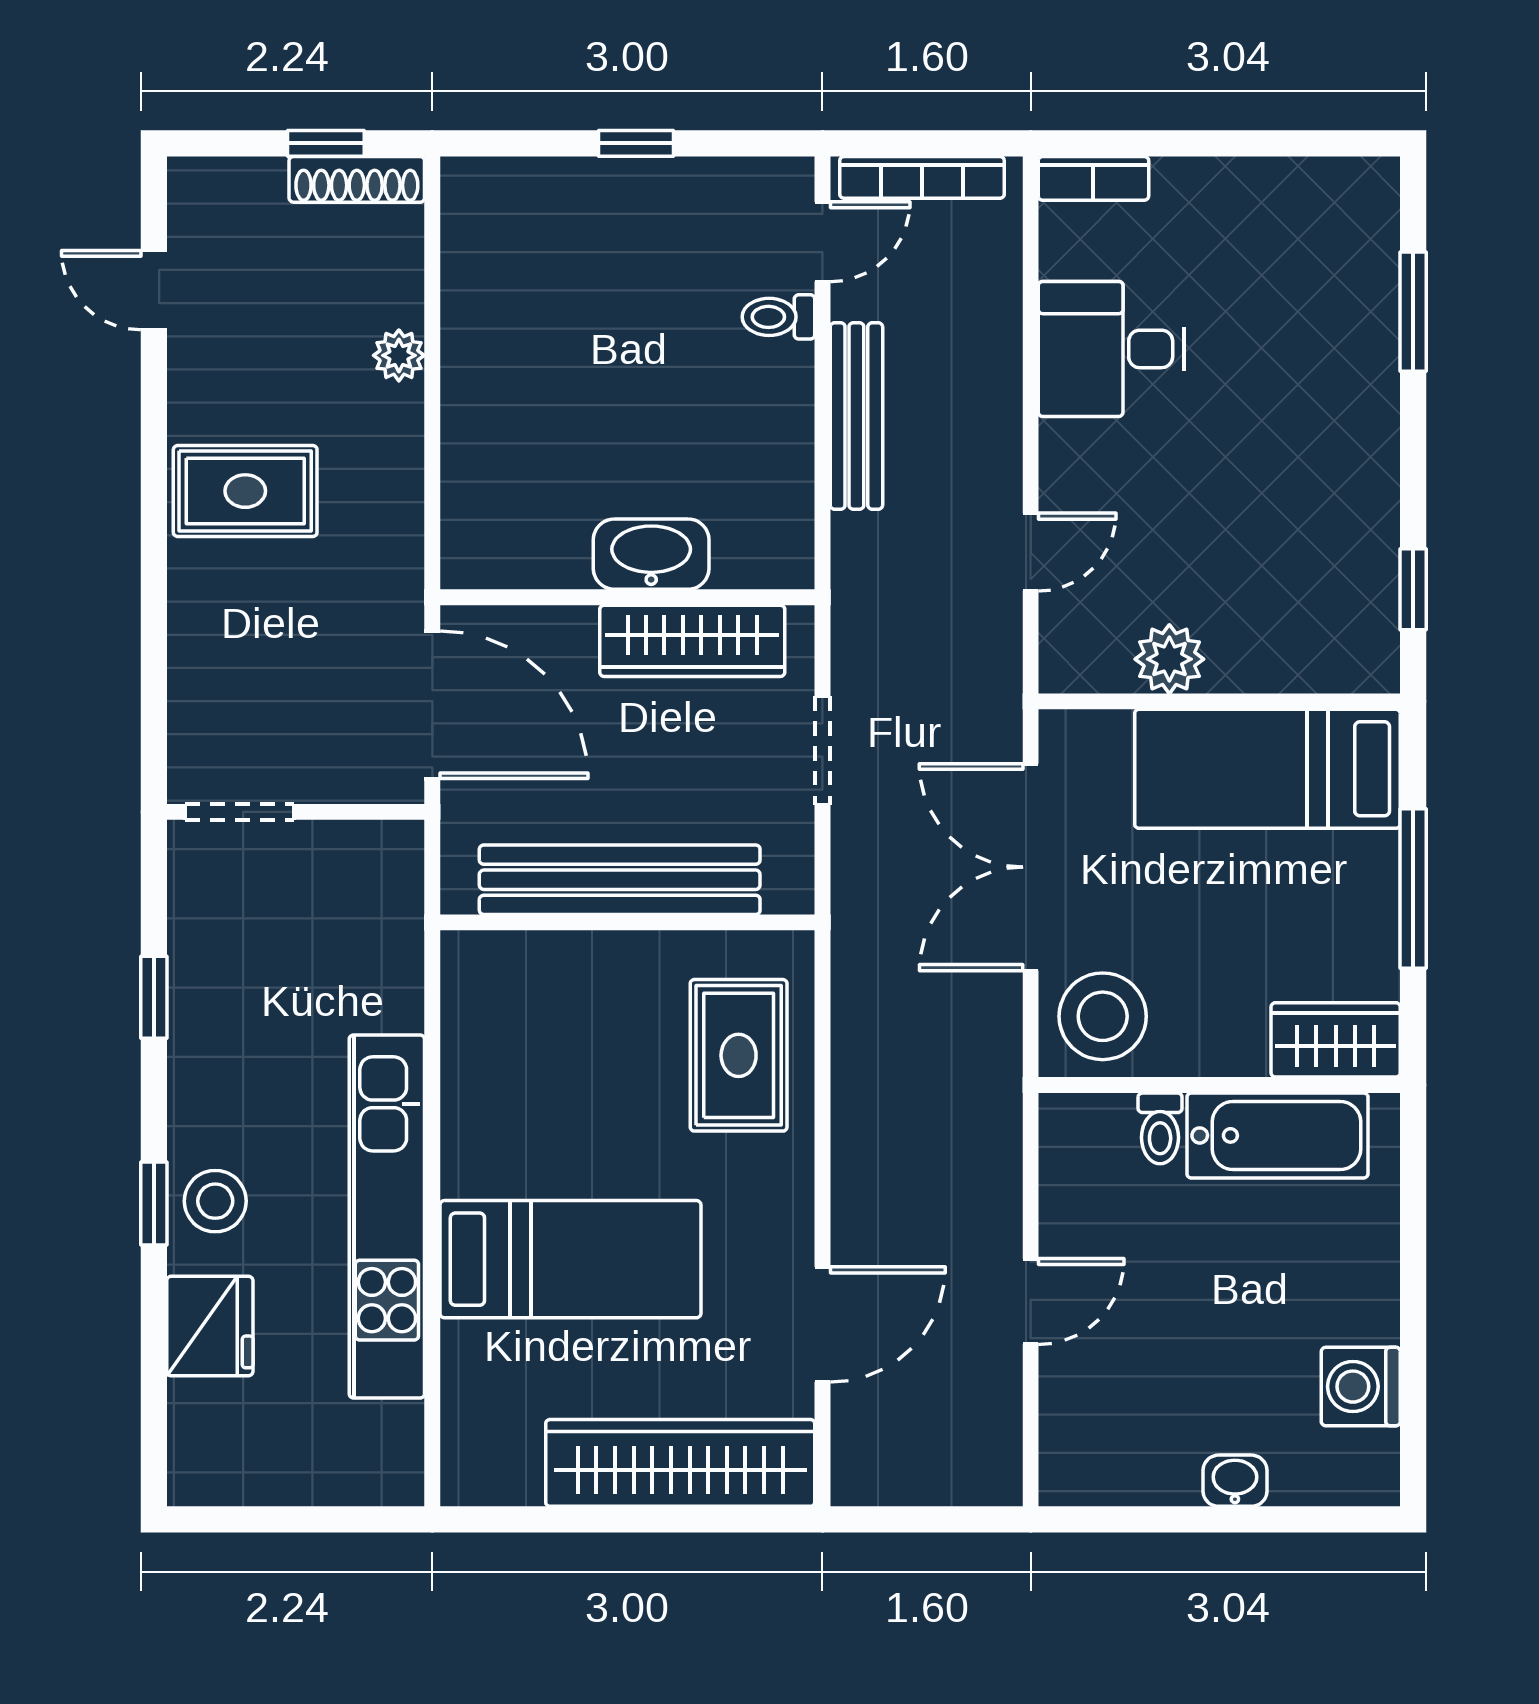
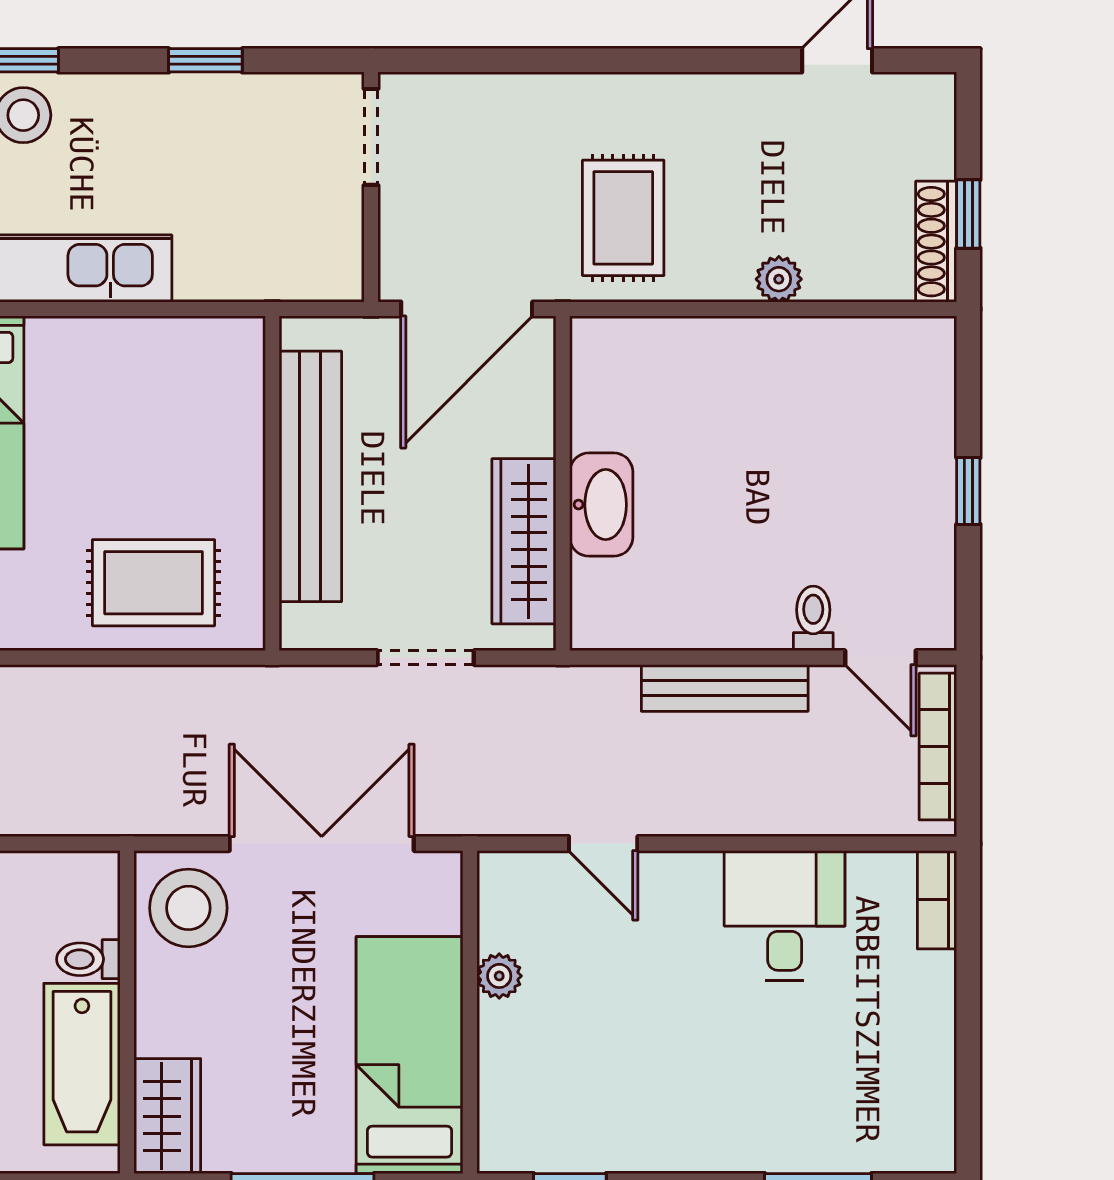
rug: (245, 491) -> (623, 218), moved
plant: (1169, 659) -> (499, 976), width x0.73, depth x0.73

